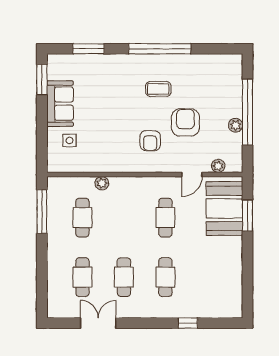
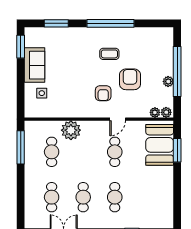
plant: (233, 166) -> (166, 112), added
door: (192, 174) -> (118, 119), moved
plant: (102, 183) -> (71, 130), width x1.87, depth x1.87

